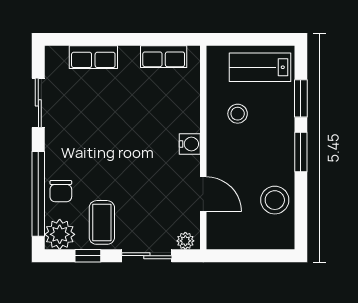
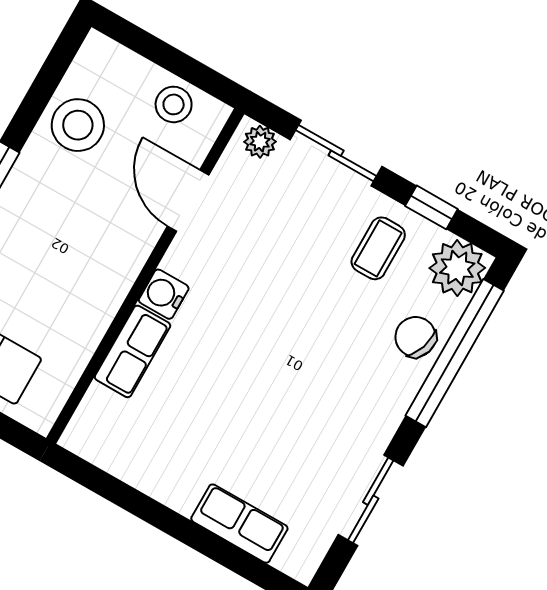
row of seats: (164, 57) -> (133, 351), moved, turned 90
stool: (238, 114) -> (174, 104), moved
chair: (61, 191) -> (416, 337), turned -71
coffee table: (102, 222) -> (378, 248), width x0.73, depth x0.77

